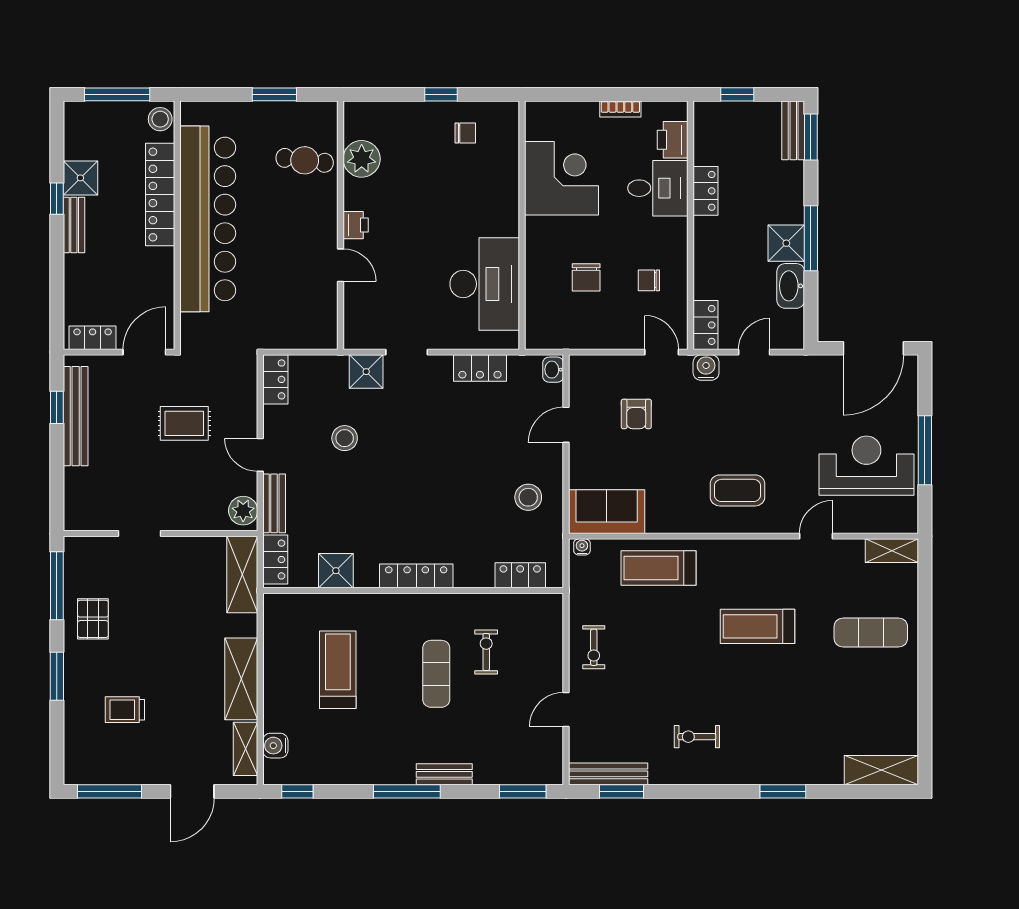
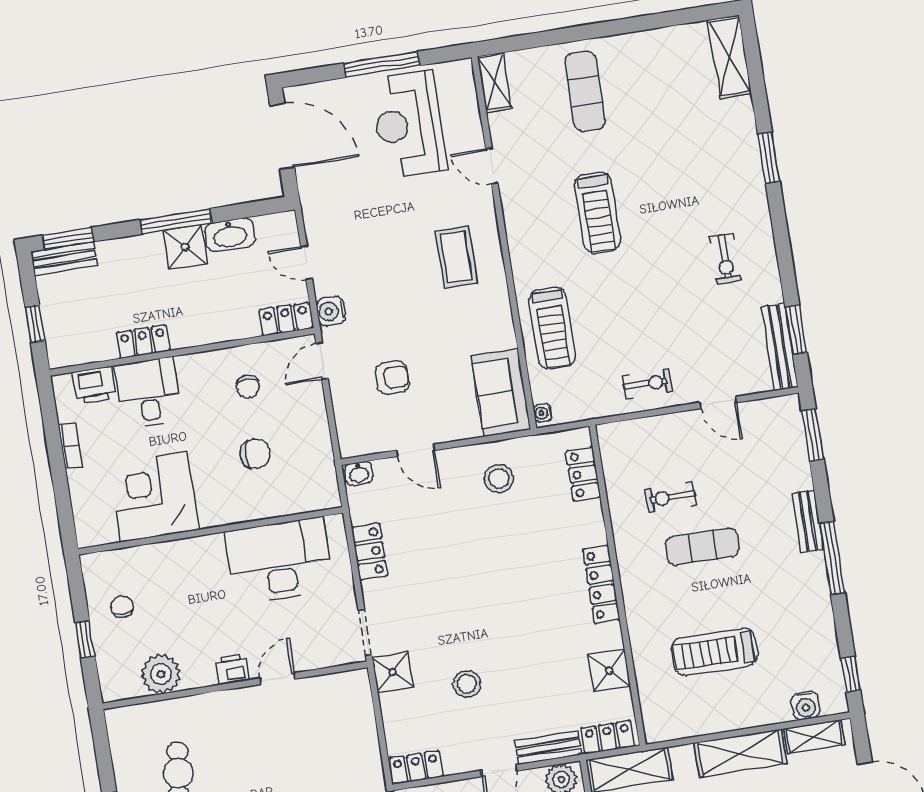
plant: (362, 159) -> (161, 674), moved
wall: (341, 225) -> (235, 685), moved
printer: (356, 225) -> (232, 669), moved
door: (341, 265) -> (278, 679), moved

